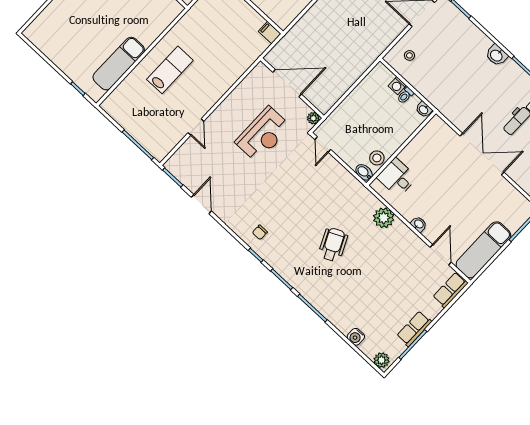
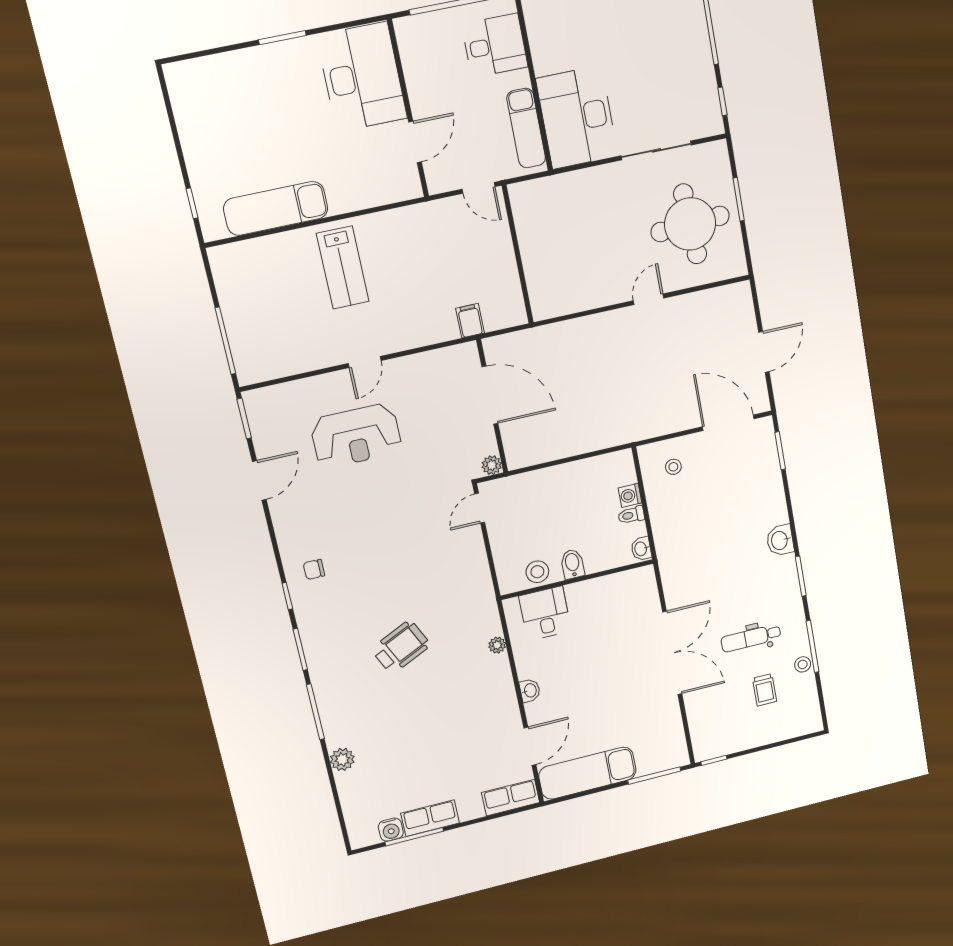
filing cabinet: (270, 33) -> (470, 321), moved
lab bench: (170, 70) -> (343, 268), turned 90
door: (196, 127) -> (365, 362), moved
reception desk: (263, 134) -> (356, 436), moved
bidet: (364, 172) -> (572, 564), moved
plant: (384, 218) -> (497, 645), width x0.53, depth x0.53
water cooler: (356, 337) -> (391, 830), moved, turned -90
plant: (381, 360) -> (342, 759), moved

